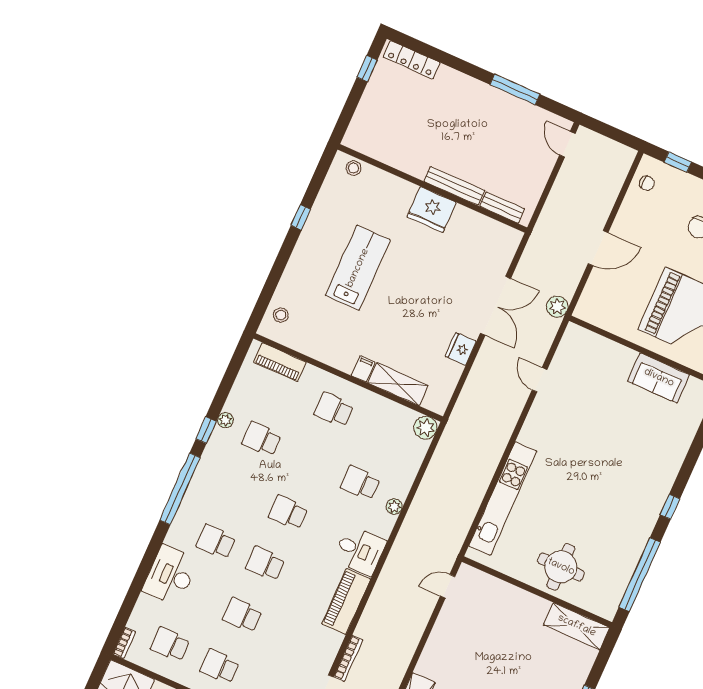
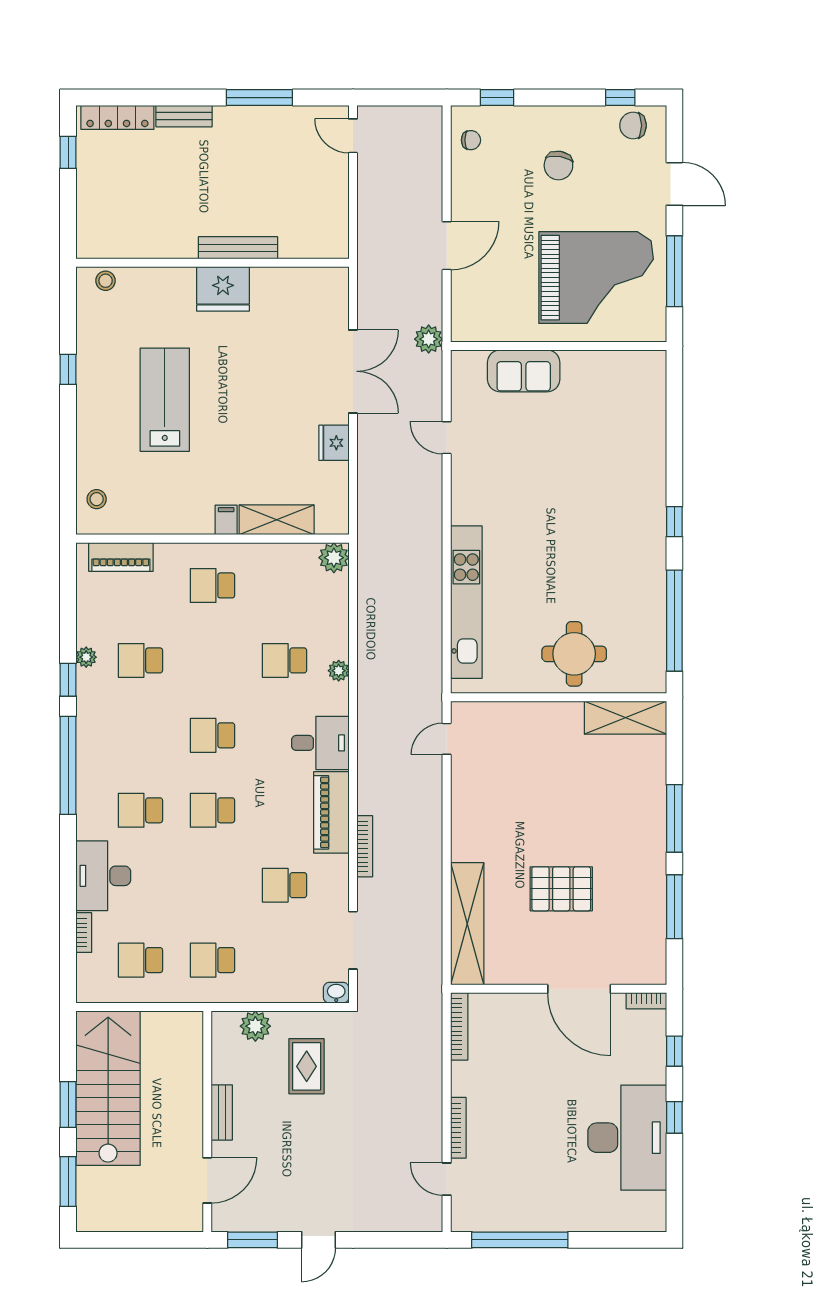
bench: (502, 207) -> (184, 116), moved
sofa: (659, 378) -> (524, 371), moved
school desk: (242, 615) -> (284, 885), moved
bookcase: (124, 643) -> (84, 933), moved
bookcase: (348, 658) -> (365, 846), moved

